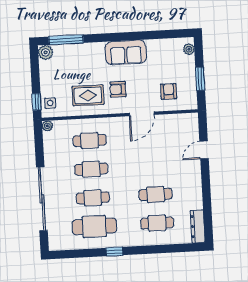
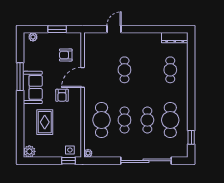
window: (66, 40) -> (20, 77), moved
rug: (88, 95) -> (45, 122), moved
door: (142, 114) -> (83, 77), swing flipped
cafe table: (90, 140) -> (102, 120), width x1.37, depth x1.35
door: (204, 150) -> (114, 29), swing flipped
cafe table: (156, 194) -> (124, 70), moved
window: (114, 252) -> (191, 137), moved

